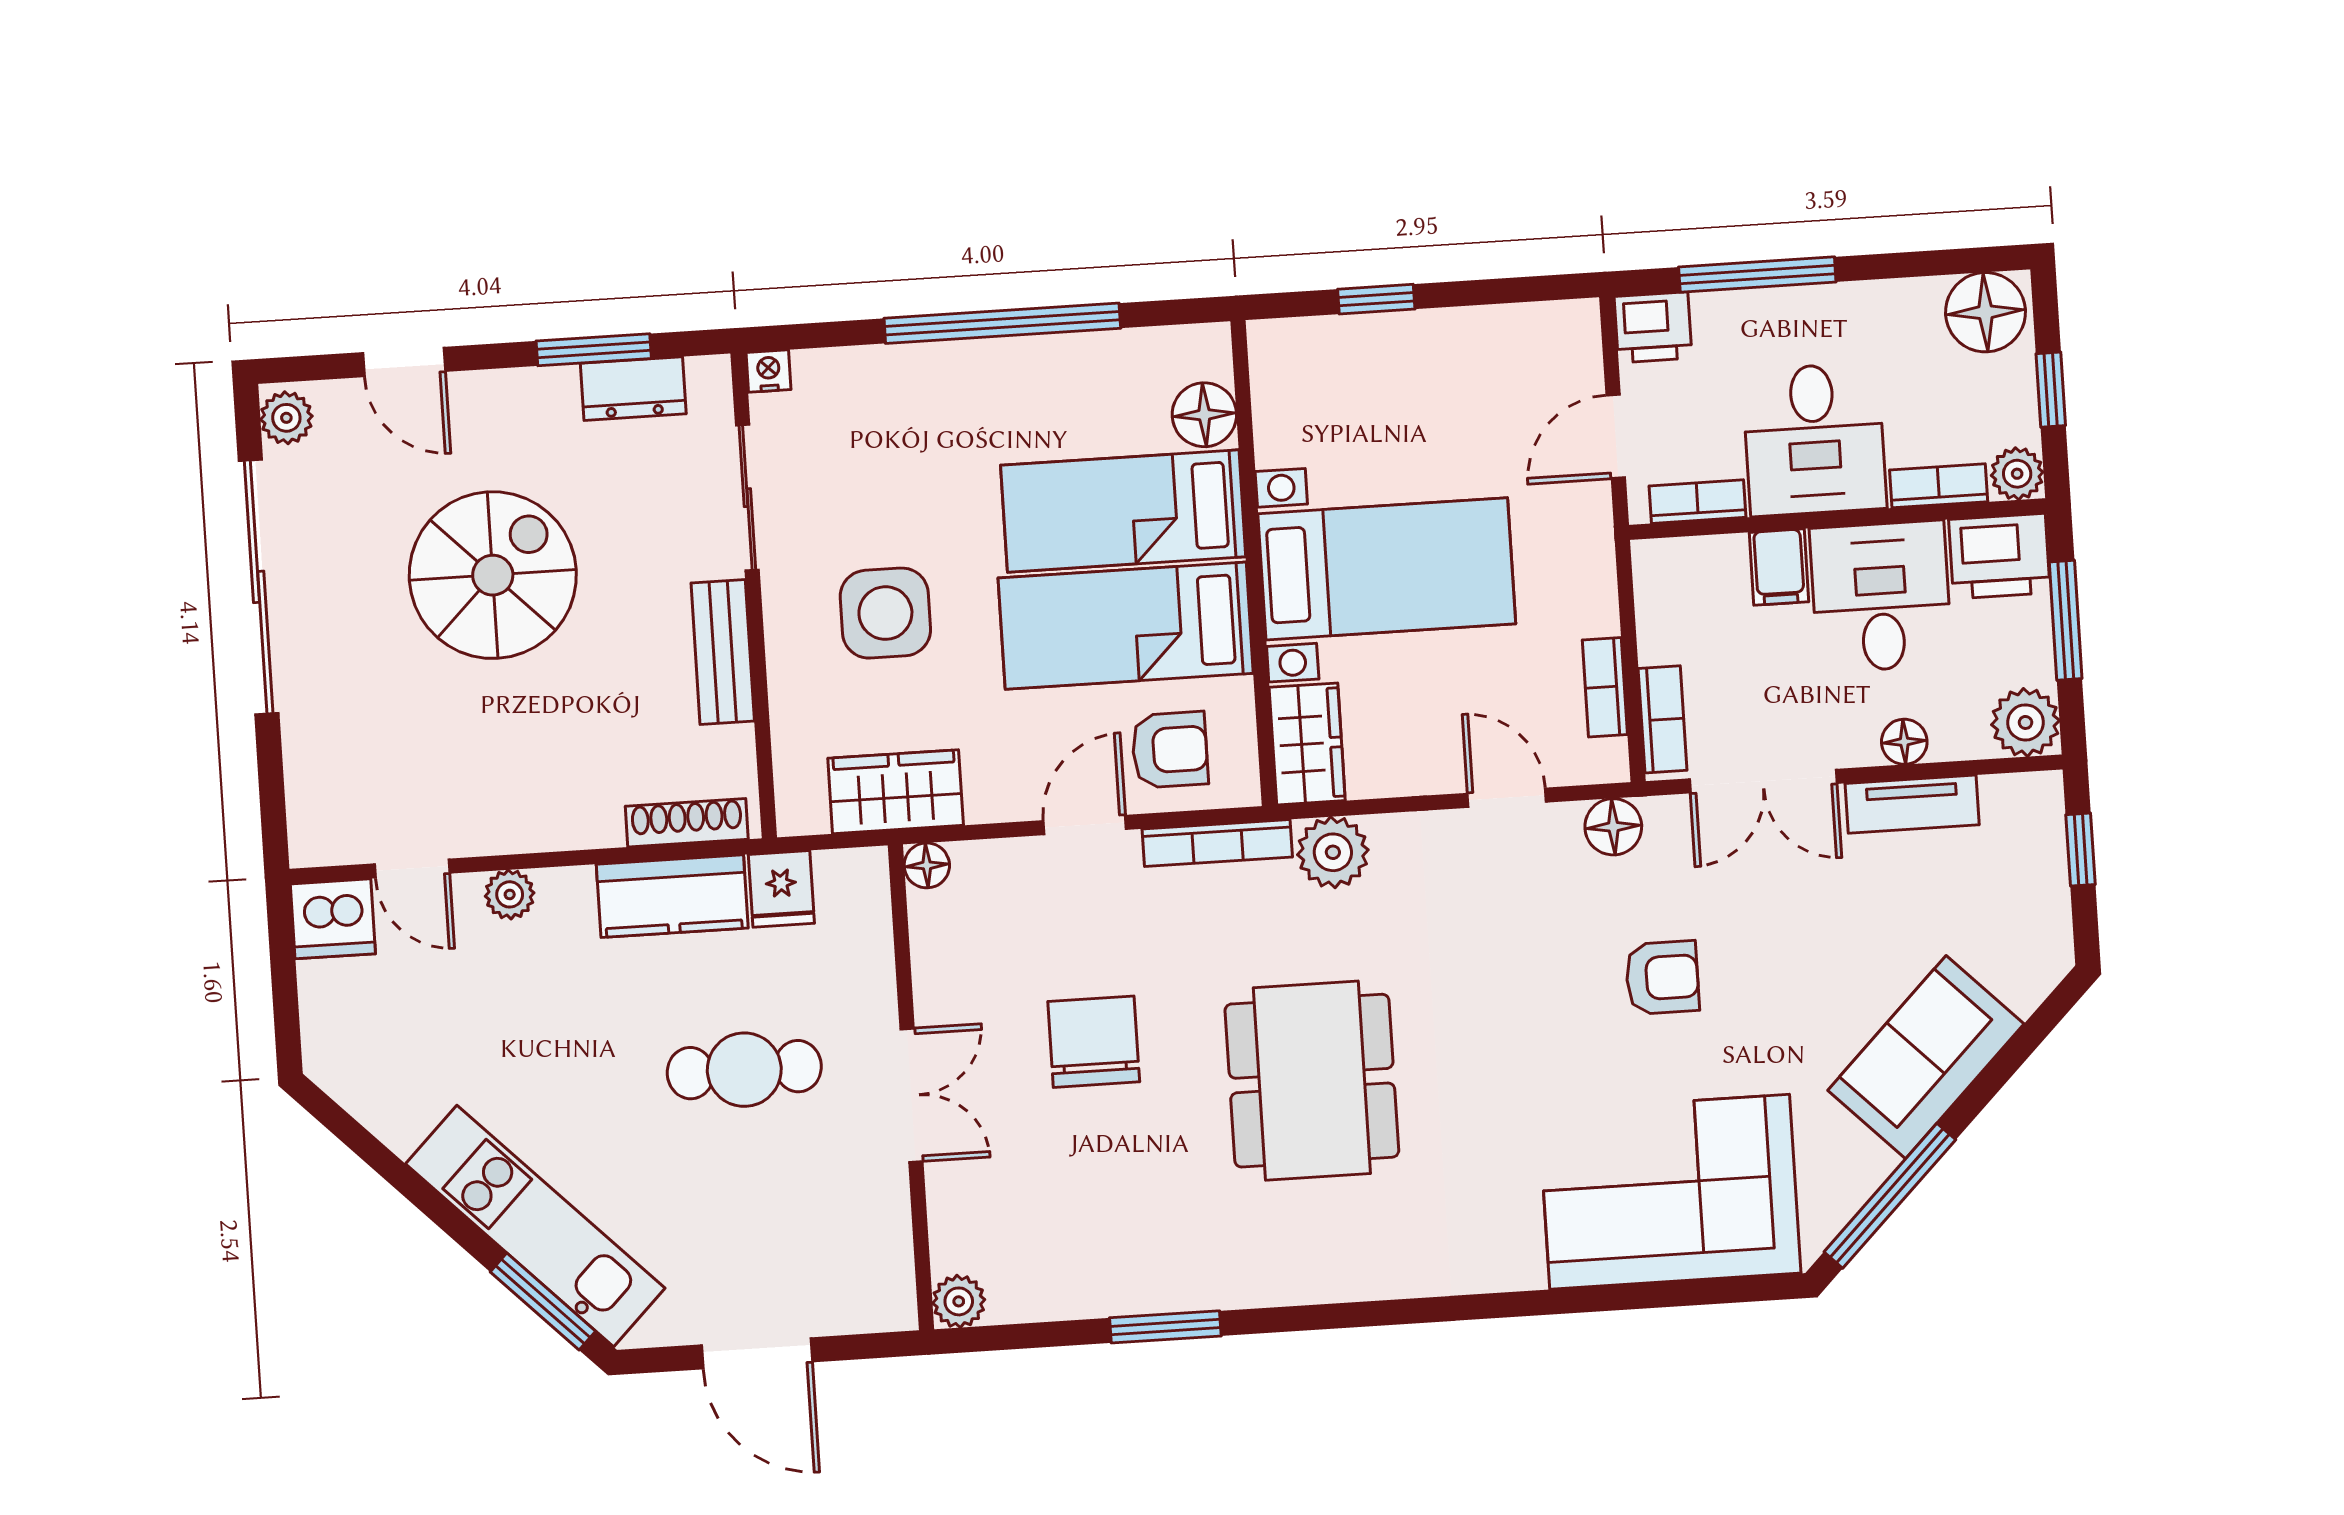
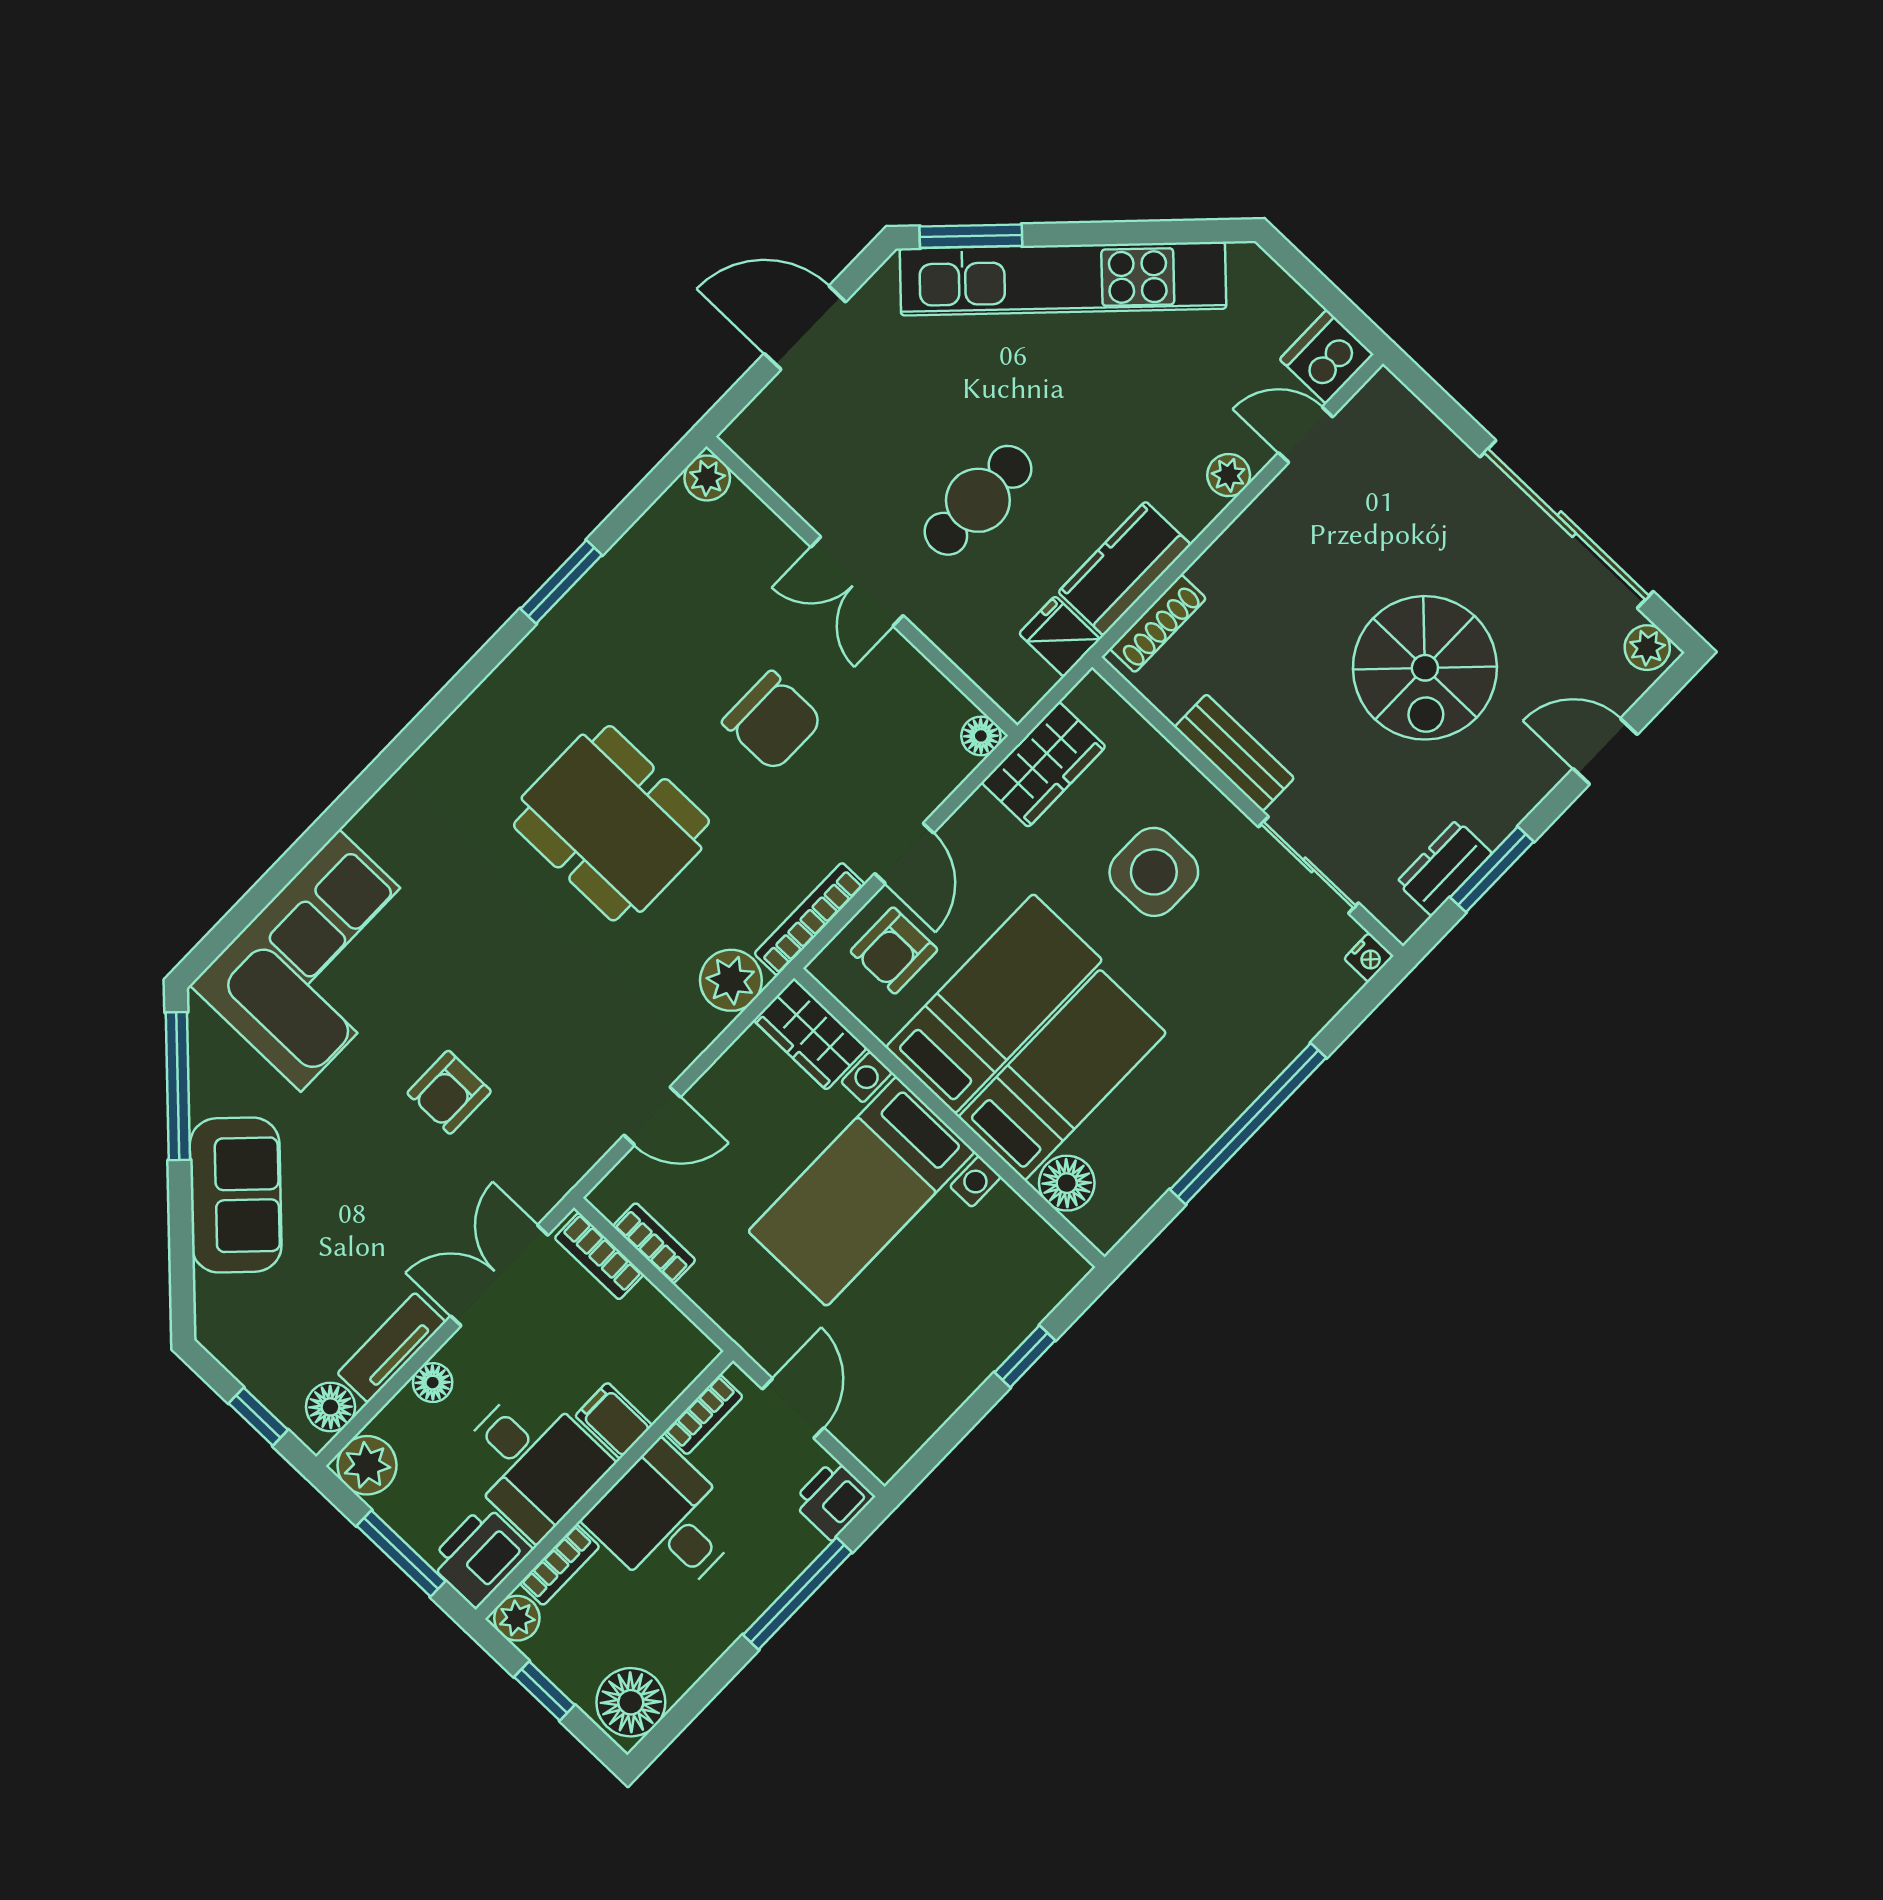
floor lamp: (1613, 827) -> (331, 1407), moved
kitchen unit: (535, 1226) -> (1063, 279), width x1.36

